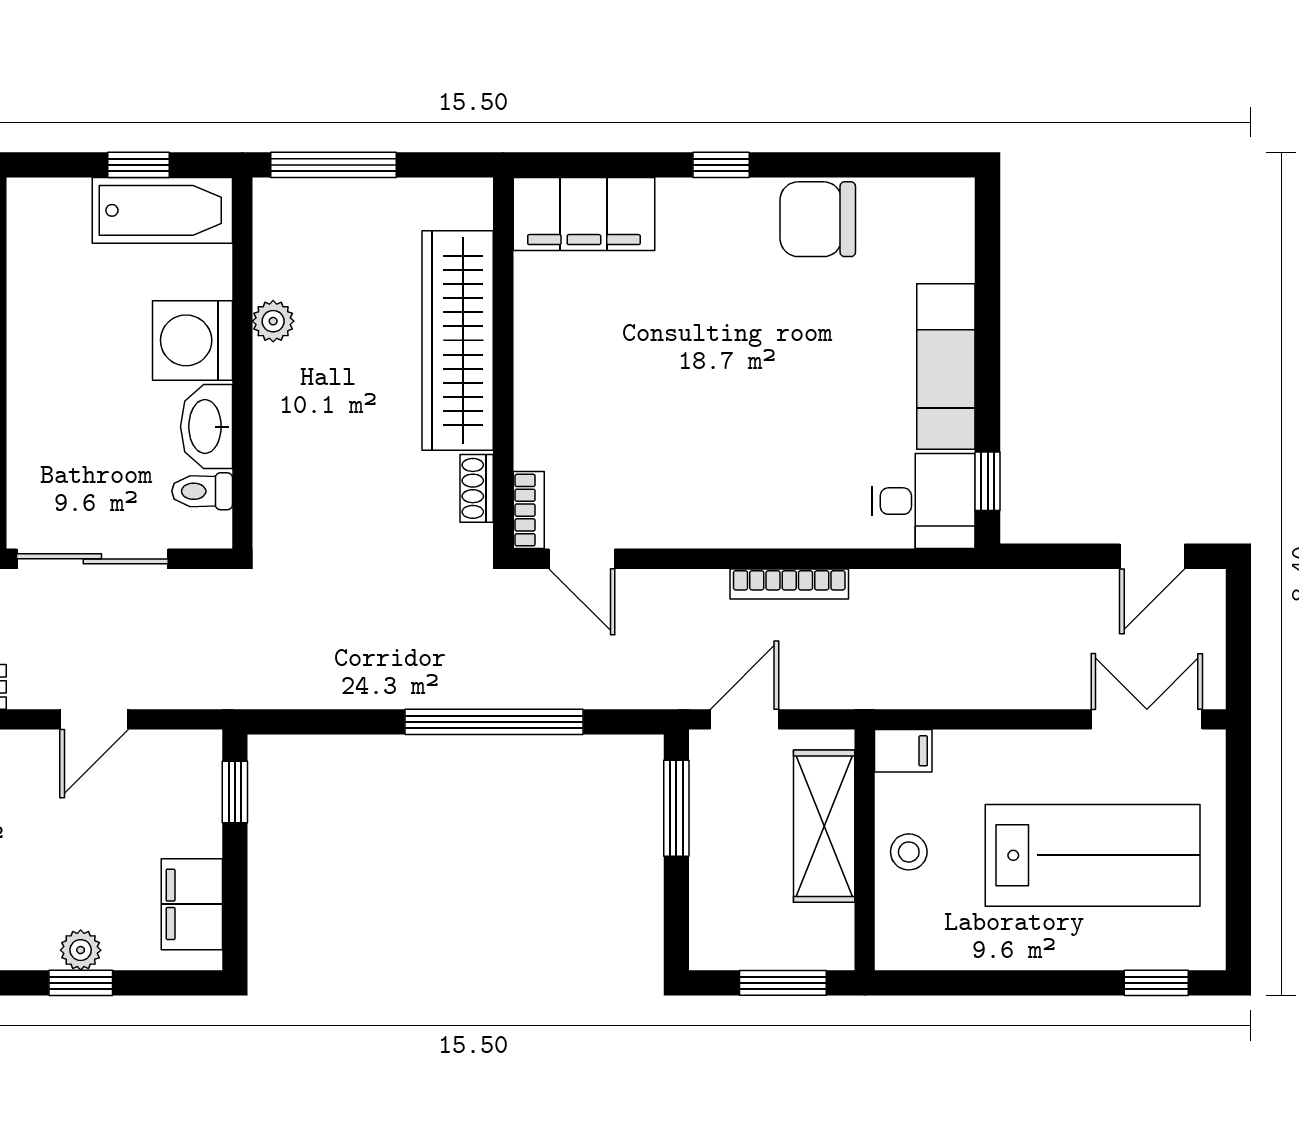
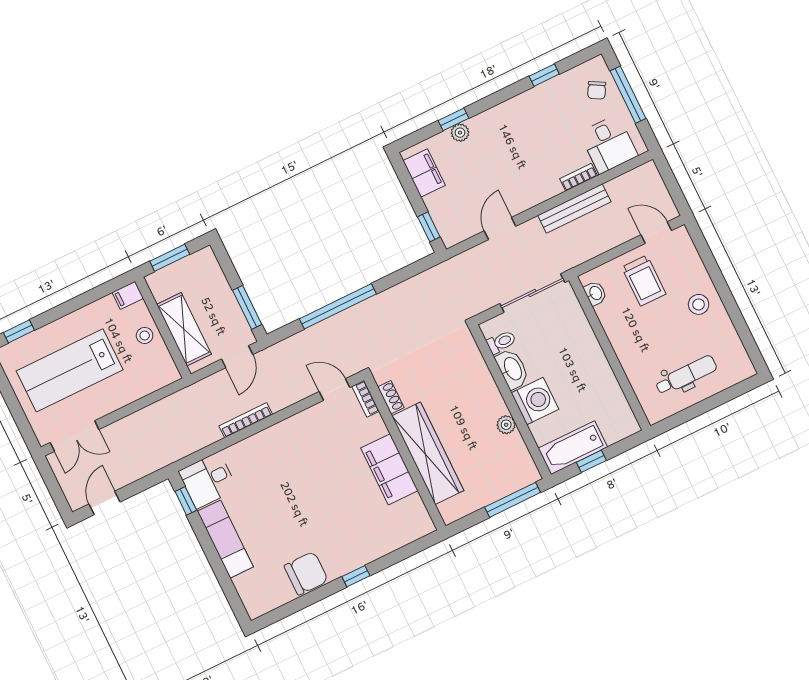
filing cabinet: (584, 214) -> (389, 469), moved, turned -90
filing cabinet: (903, 751) -> (128, 295), moved

